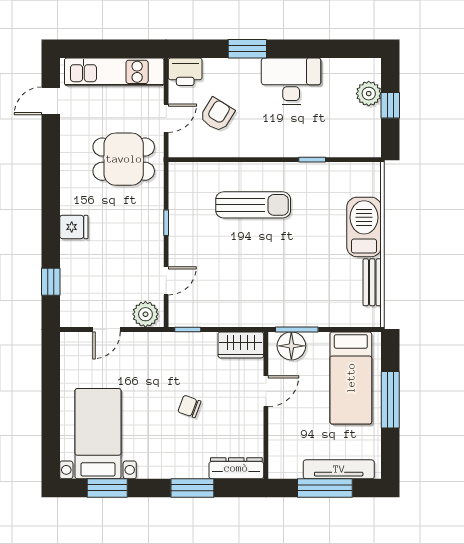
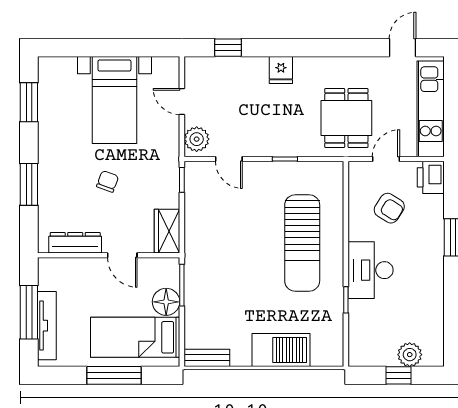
desk: (291, 81) -> (370, 270), moved, turned 180
door: (51, 101) -> (403, 48), hinge flipped
door: (166, 118) -> (386, 159), swing flipped
sun lounger: (253, 205) -> (302, 243), width x1.36, depth x1.34
bench: (372, 282) -> (207, 358), moved
floor lamp: (291, 346) -> (166, 302), moved
bed with nightstands: (98, 434) -> (114, 100), moved, turned 90
dresser: (236, 468) -> (75, 243), moved, turned -90

